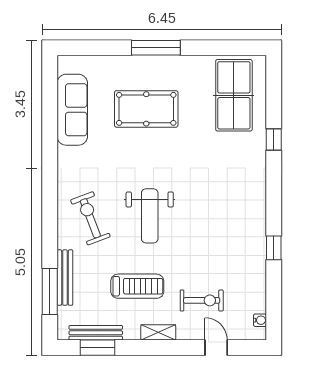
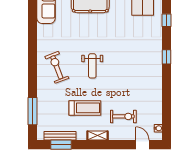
weight bench: (150, 216) -> (92, 66), width x0.73, depth x0.75
window: (274, 248) -> (166, 57), moved
bench: (65, 278) -> (42, 103), removed
door: (216, 348) -> (142, 145), moved

